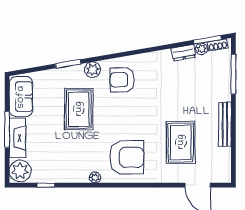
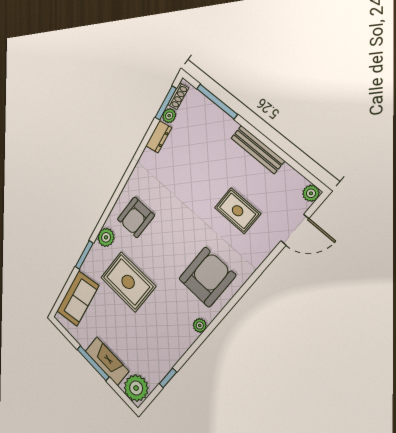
sofa: (21, 97) -> (78, 298), moved, turned 80
rug: (181, 142) -> (238, 211), width x0.73, depth x0.70
plant: (225, 177) -> (311, 193), added

